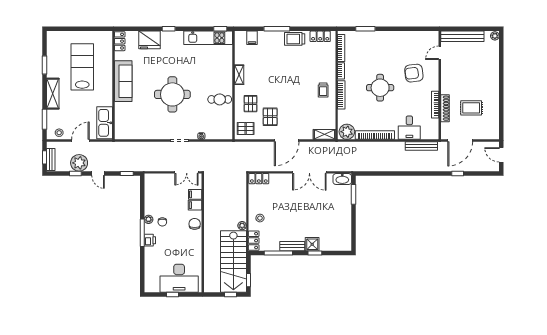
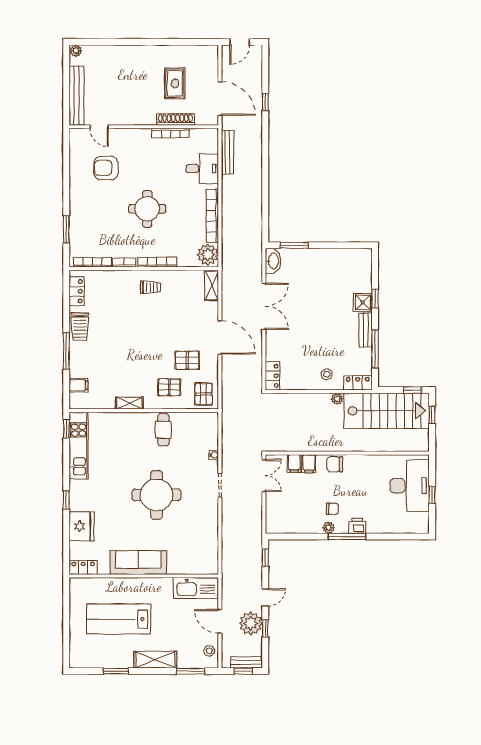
armchair: (414, 73) -> (106, 168), moved, turned 97

